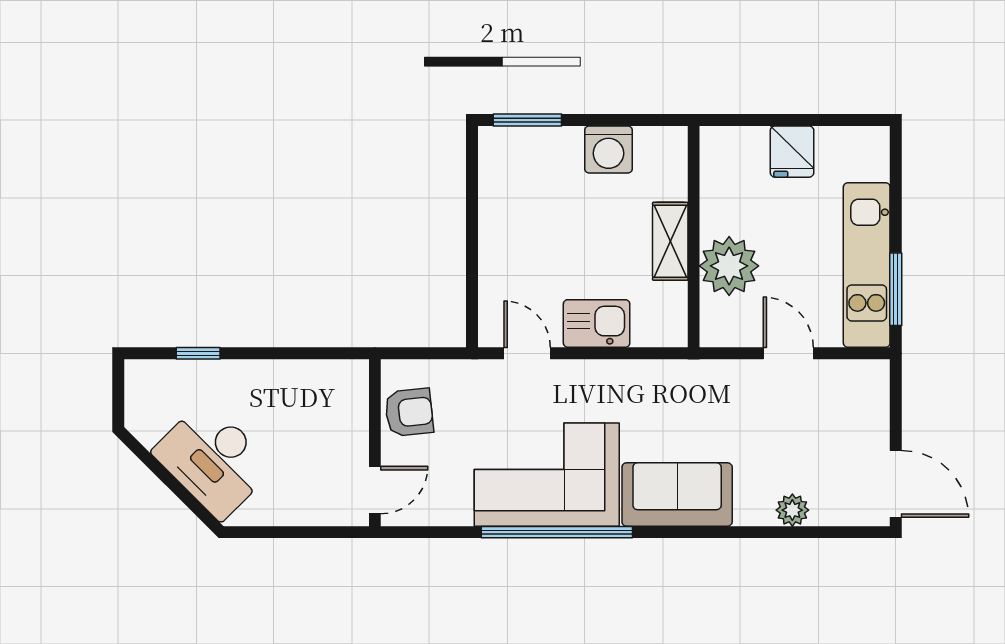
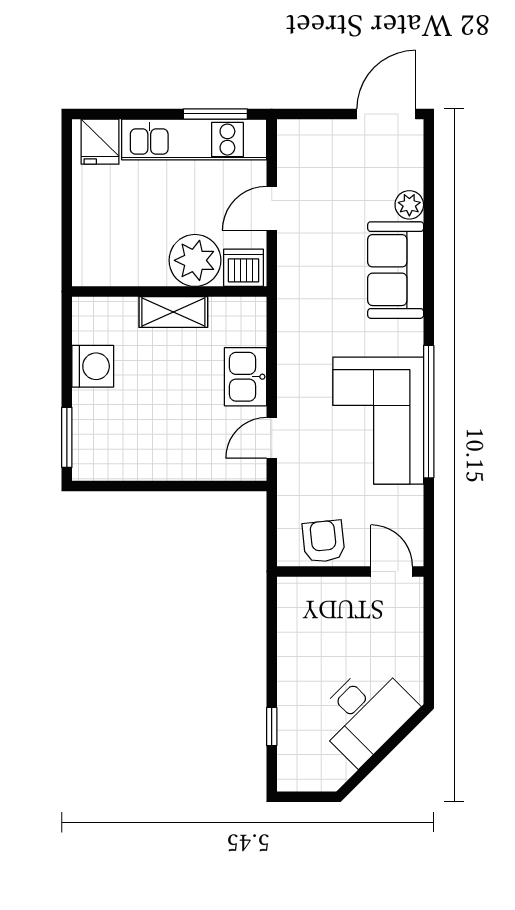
fridge: (792, 152) -> (100, 142), moved, turned 90
dishwasher: (721, 321) -> (244, 268), added
sofa: (677, 495) -> (396, 270), moved

